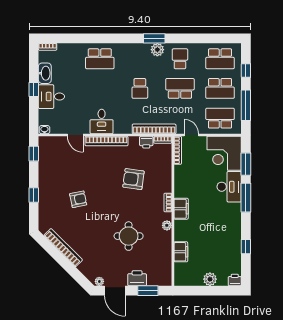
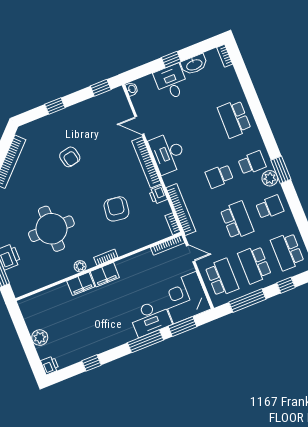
school desk: (140, 59) -> (252, 163), added
desk: (102, 122) -> (168, 153), width x1.37
door: (75, 135) -> (139, 125), hinge flipped
door: (191, 135) -> (191, 253), hinge flipped
printer: (146, 142) -> (158, 195), moved
round table: (129, 236) -> (51, 229), width x1.36, depth x1.36
filing cabinet: (181, 252) -> (81, 284), moved

